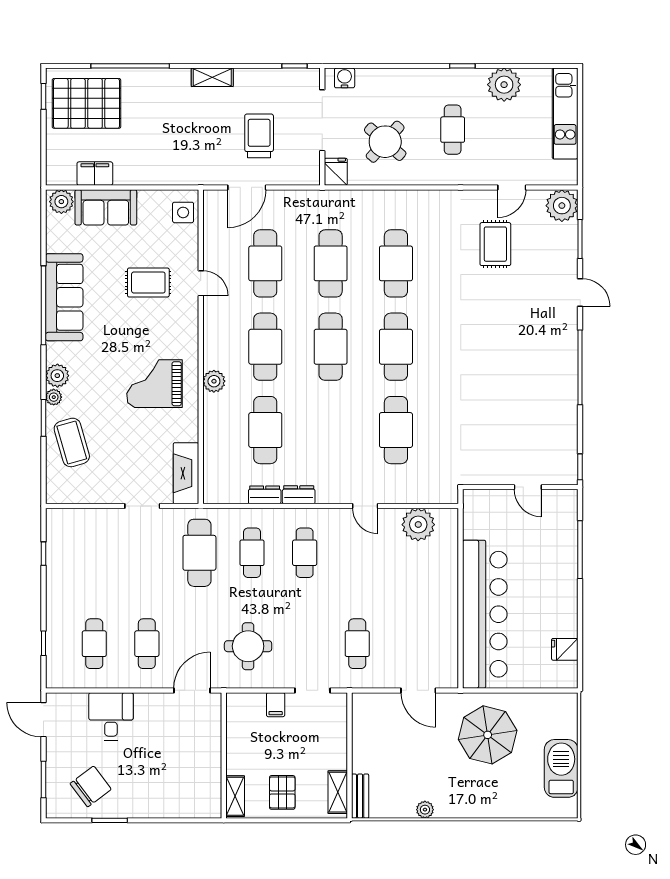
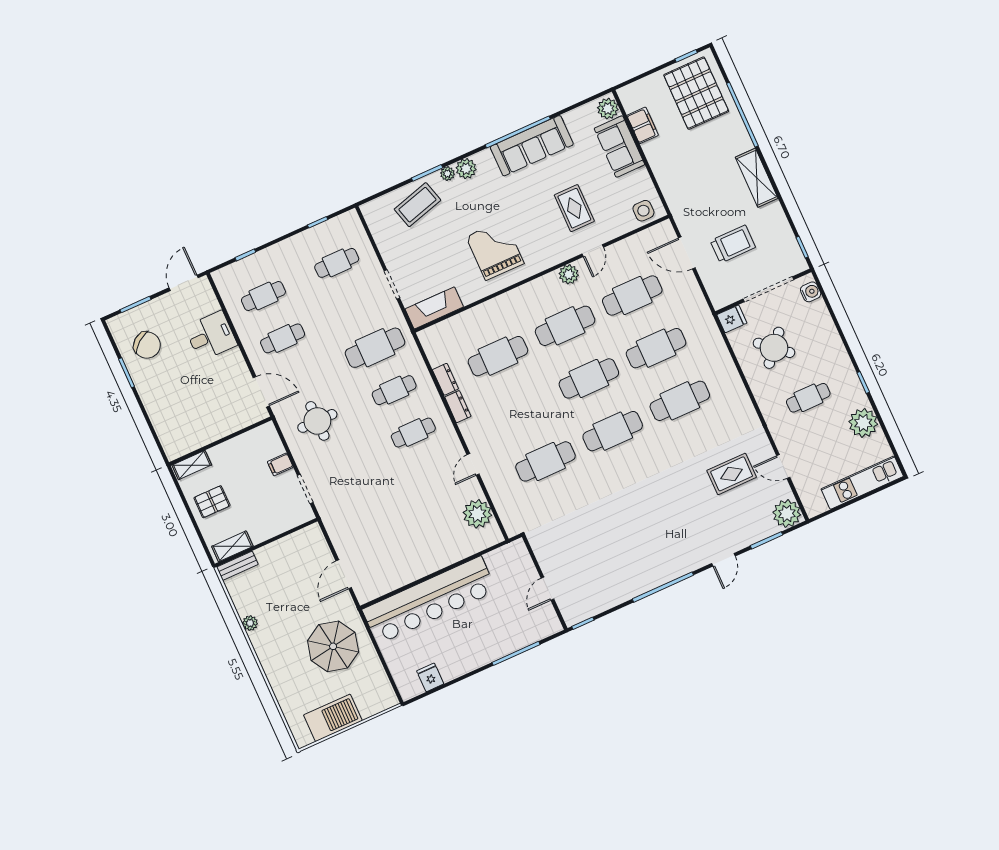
shelving: (212, 77) -> (757, 178), width x1.50, depth x1.33
plant: (214, 381) -> (569, 274), moved
cafe table: (357, 644) -> (337, 263), moved

